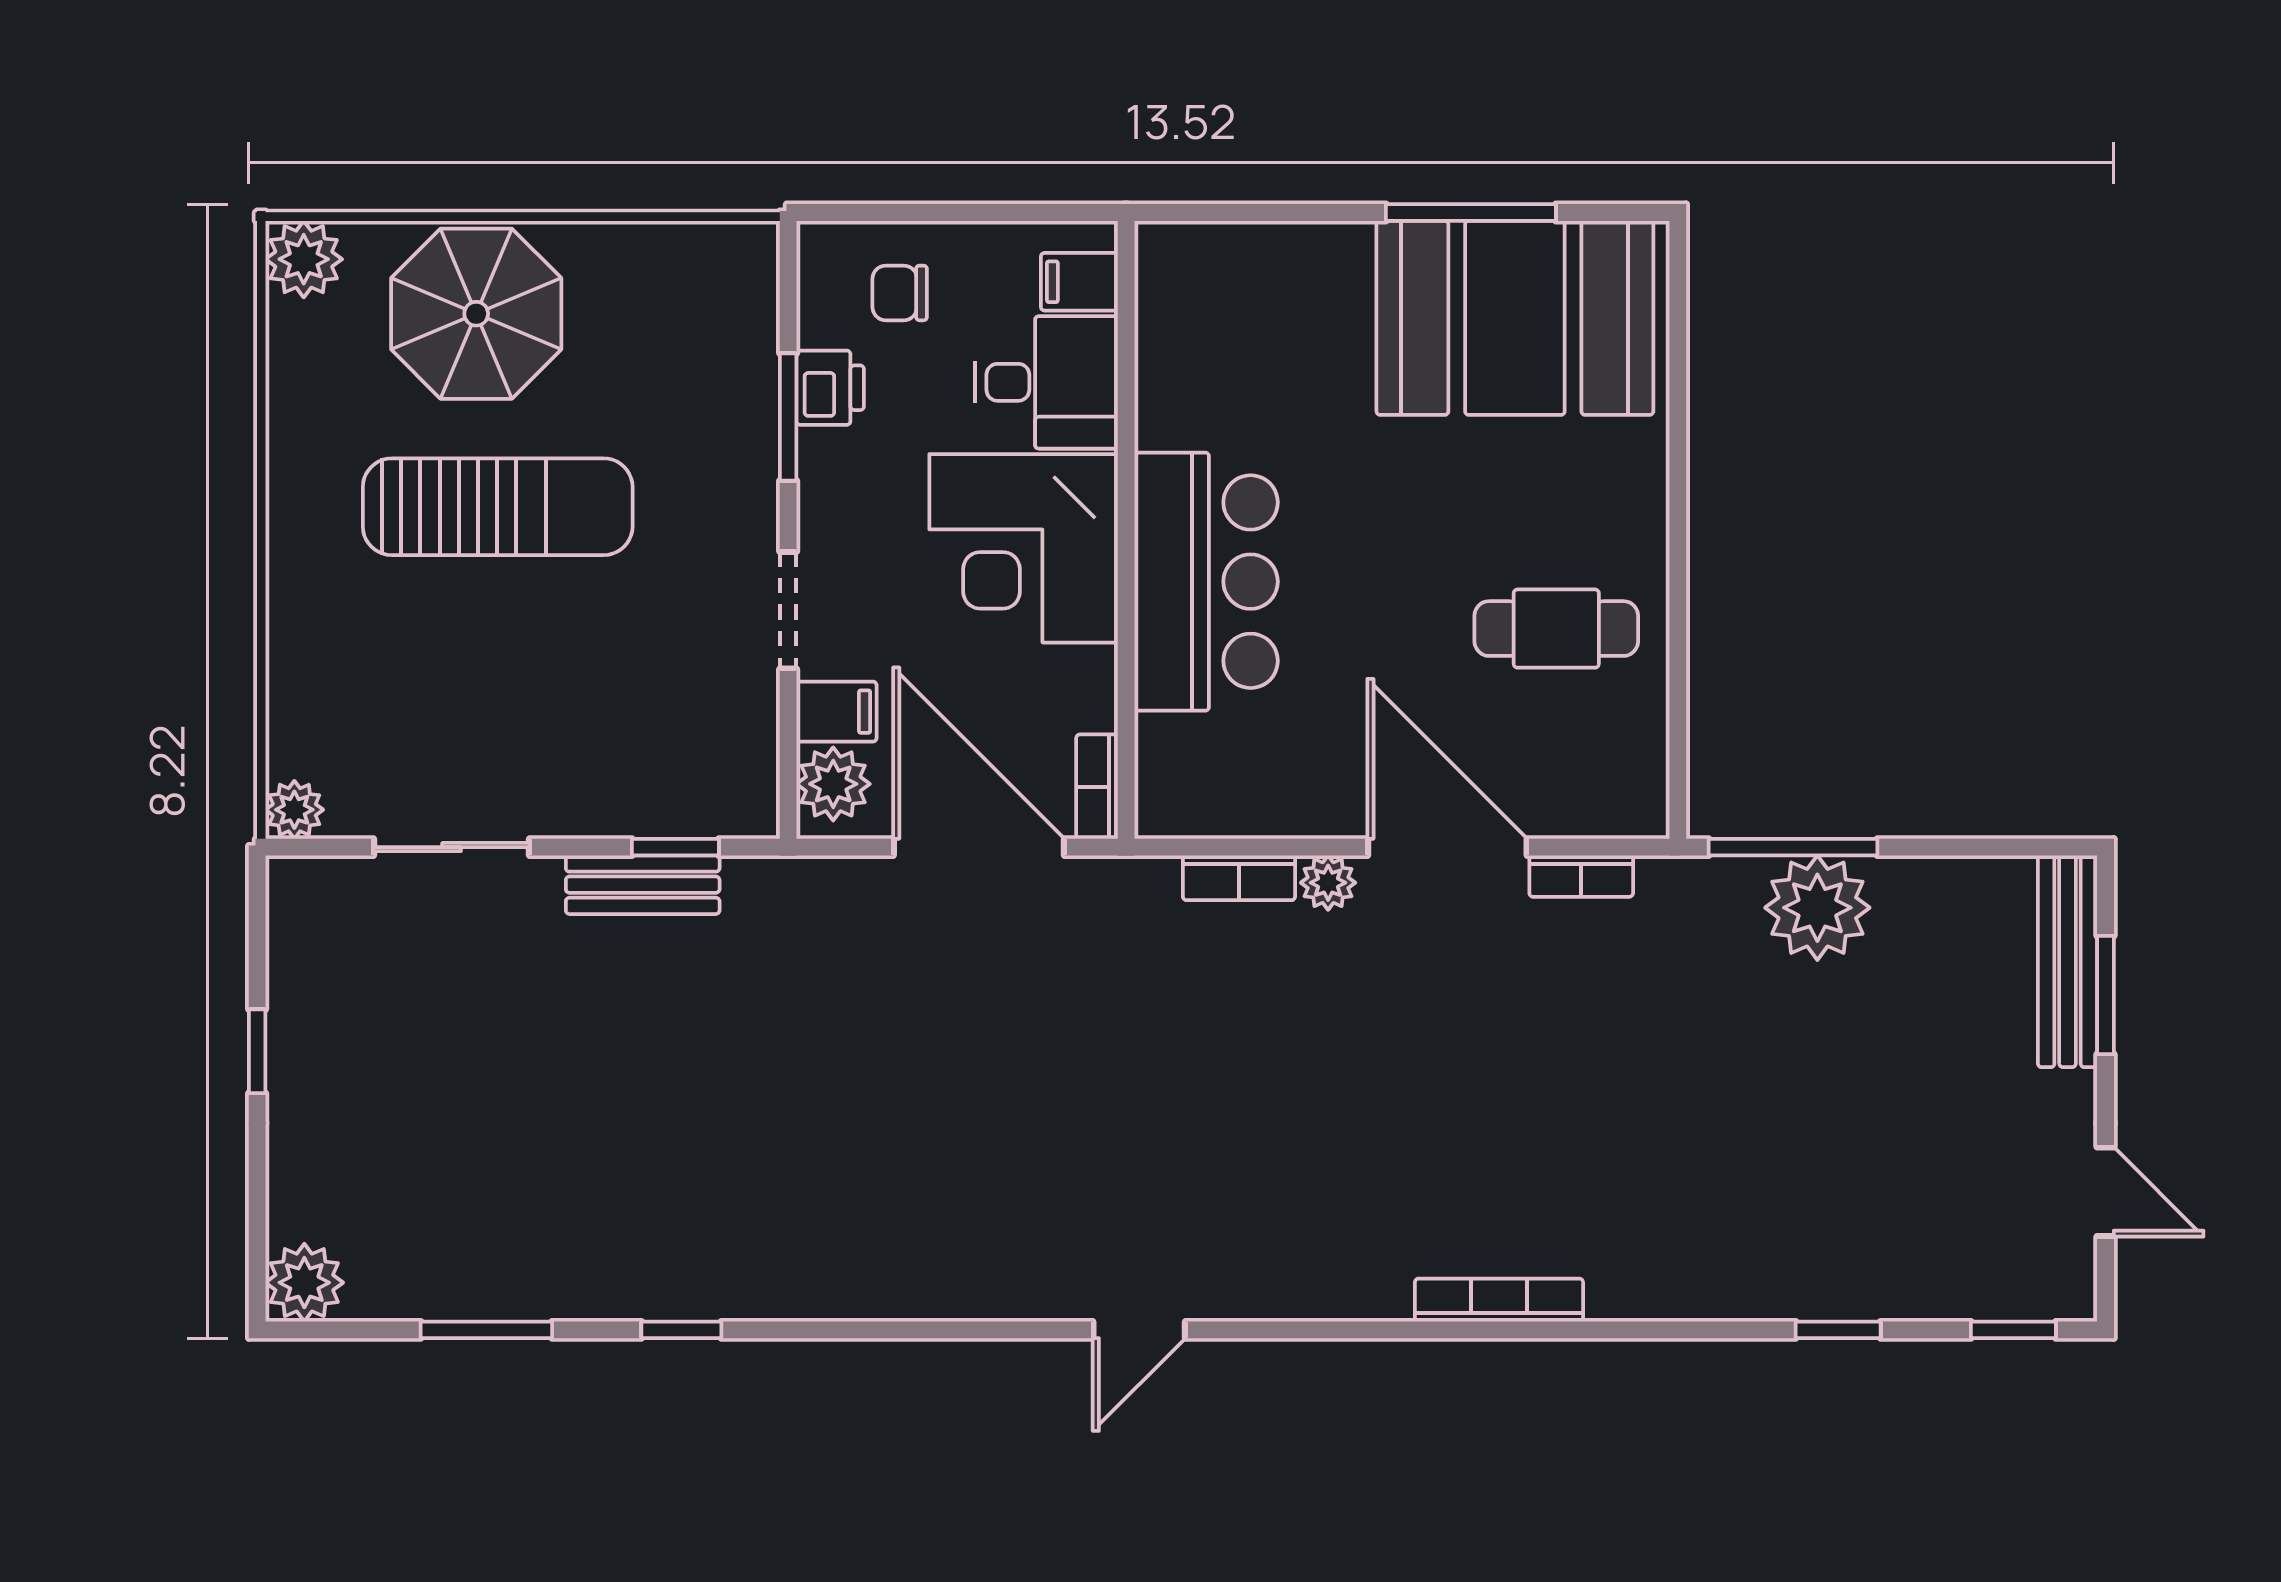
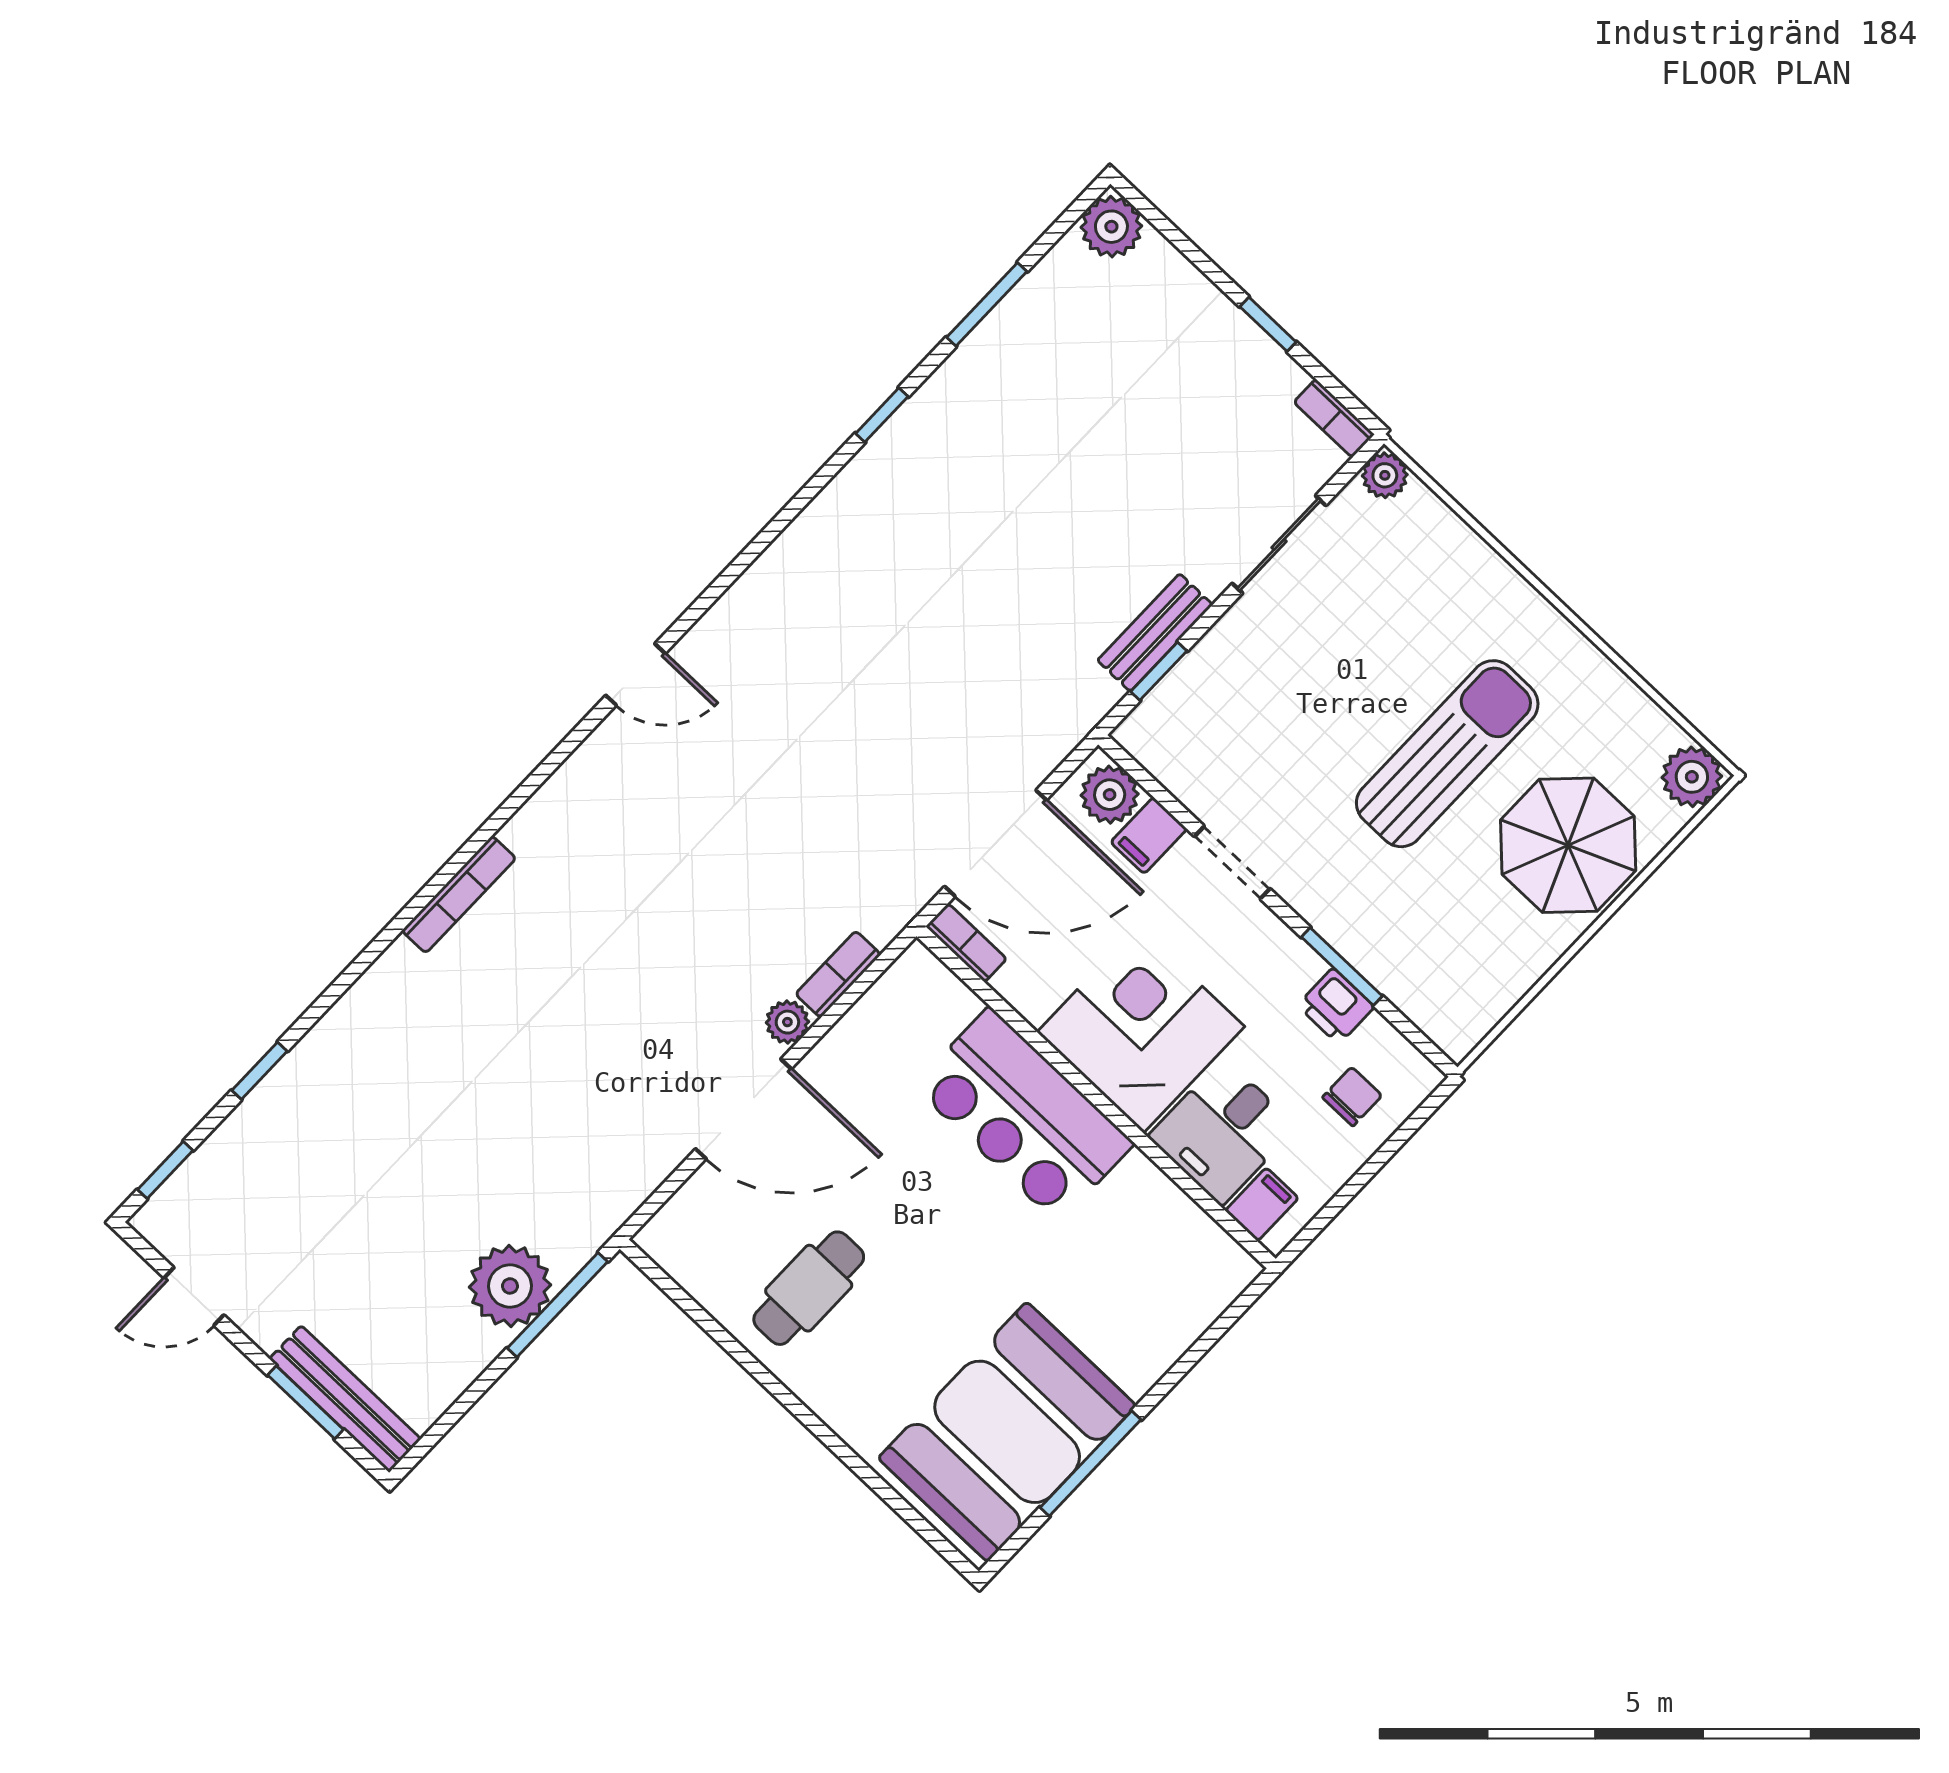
sun lounger: (498, 507) -> (1447, 754), turned 180
bookcase: (1581, 876) -> (1334, 418), moved, turned -90
door: (1139, 1330) -> (636, 674), swing flipped

